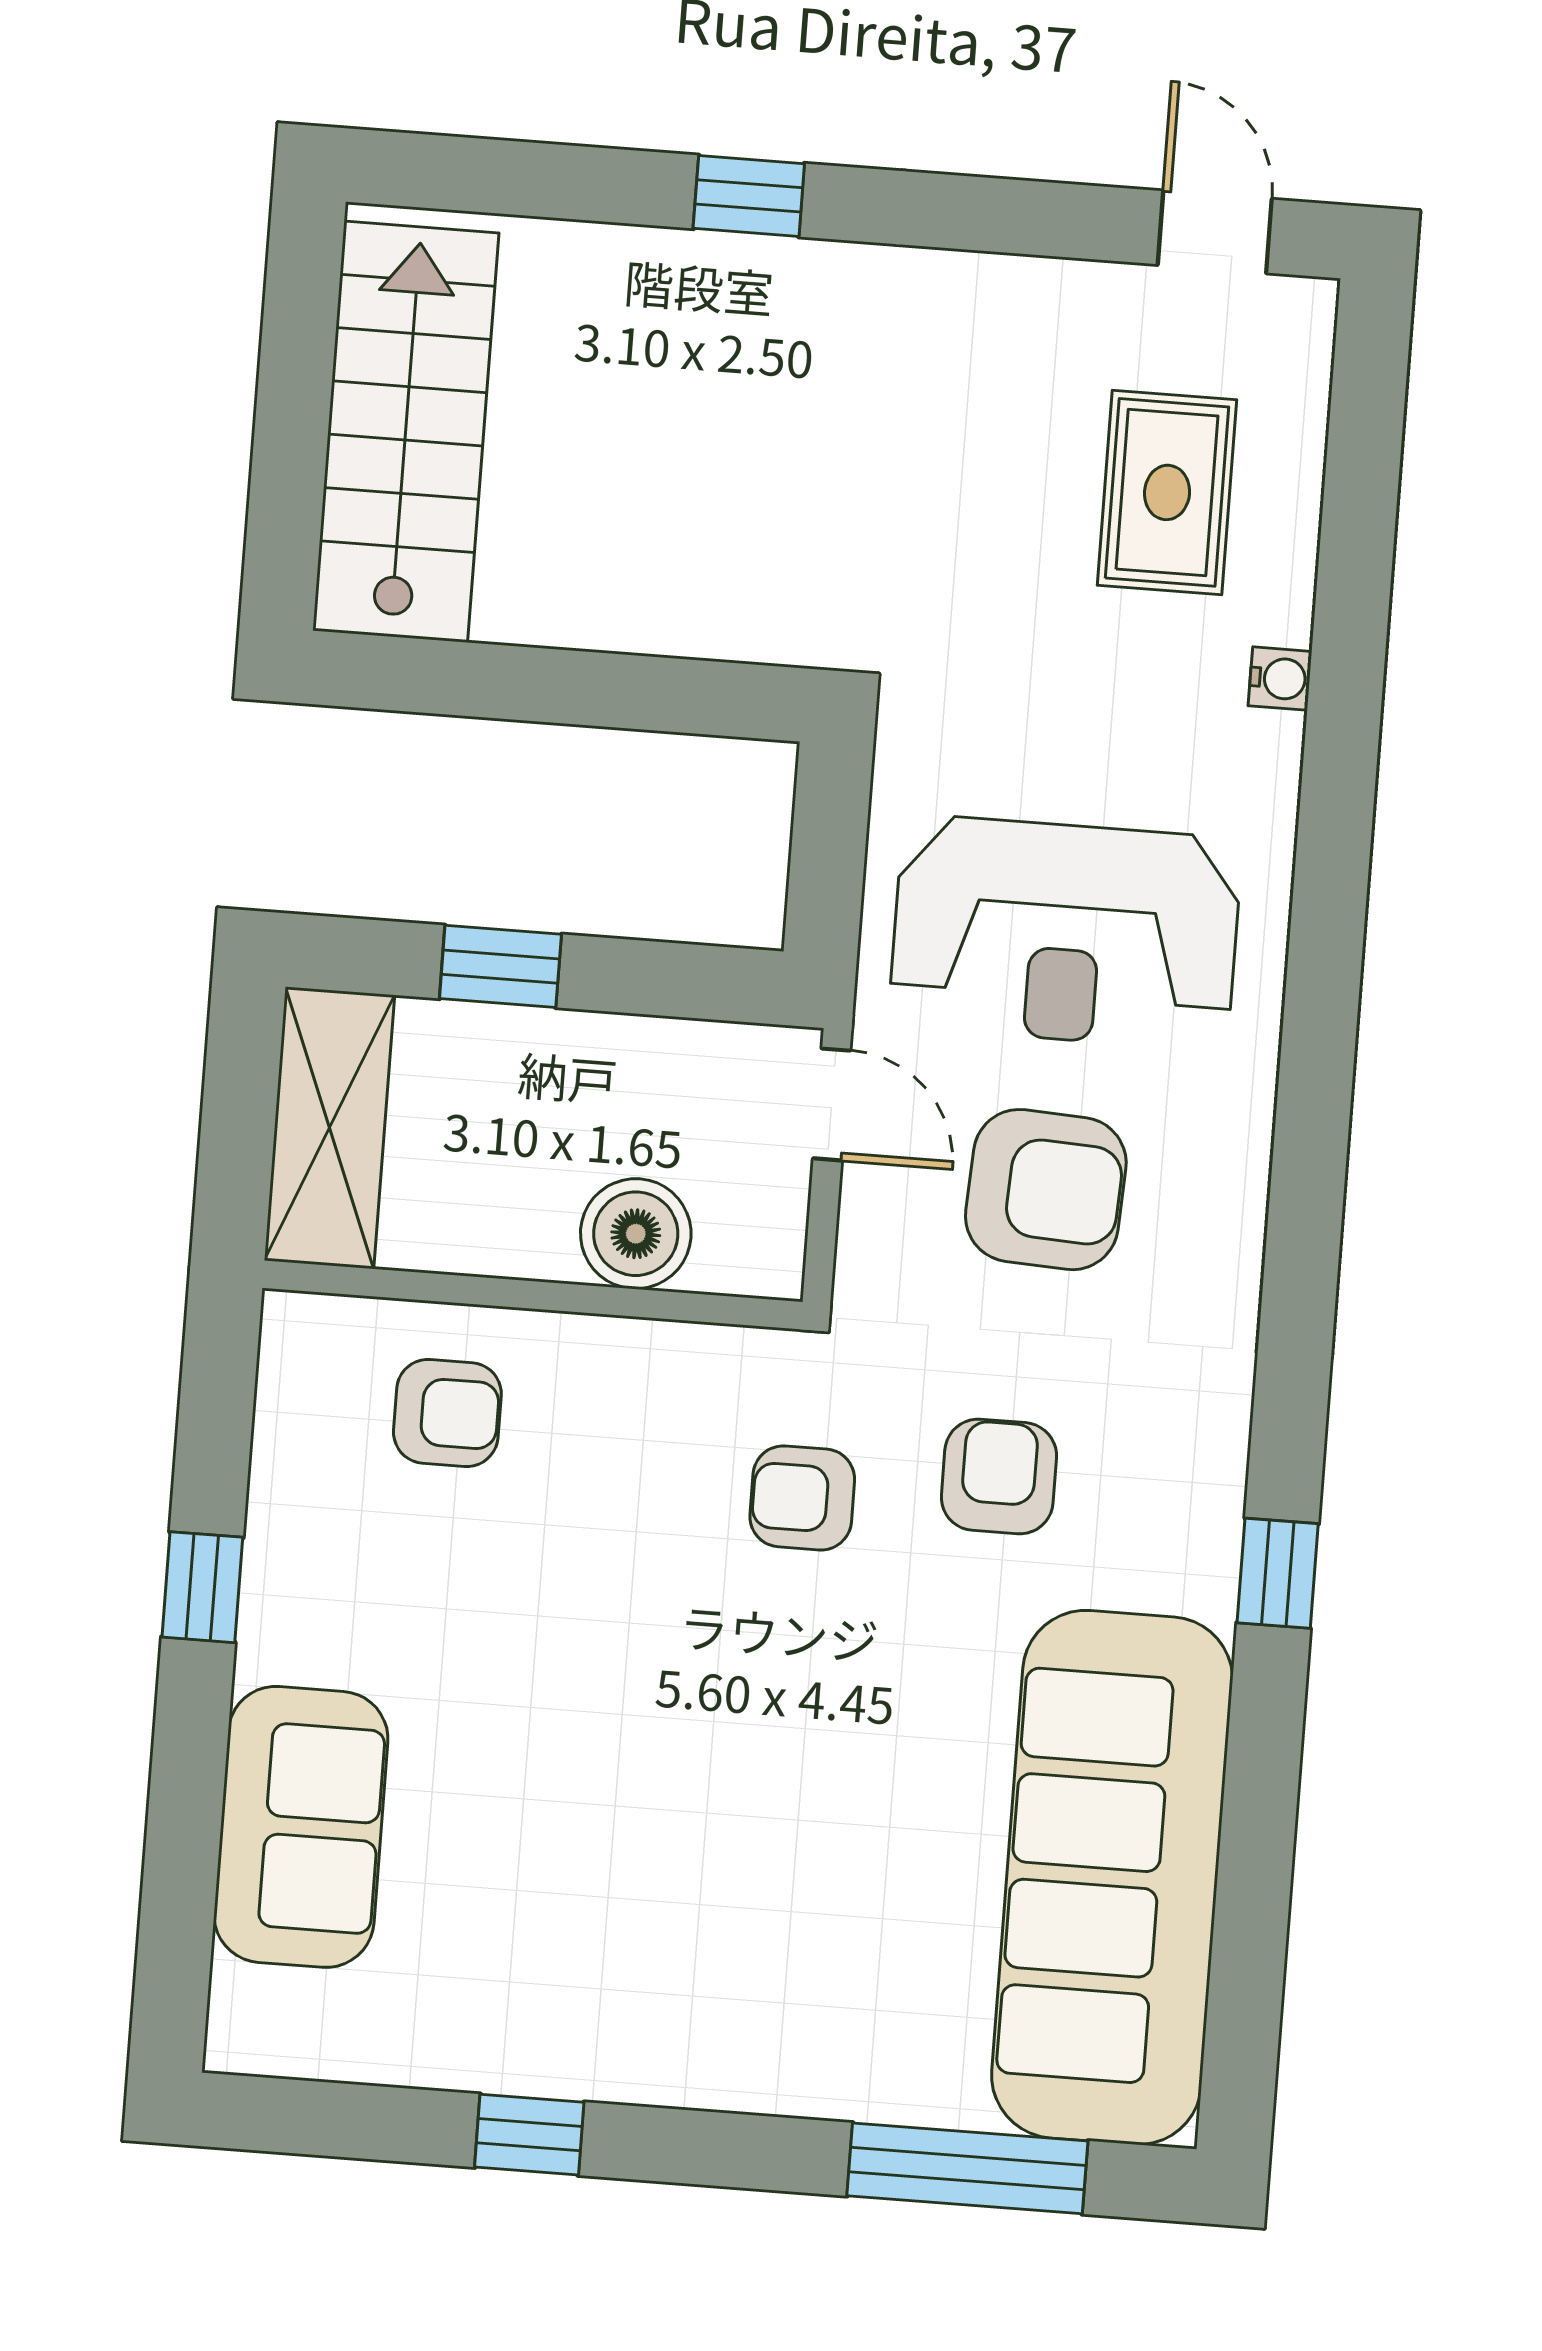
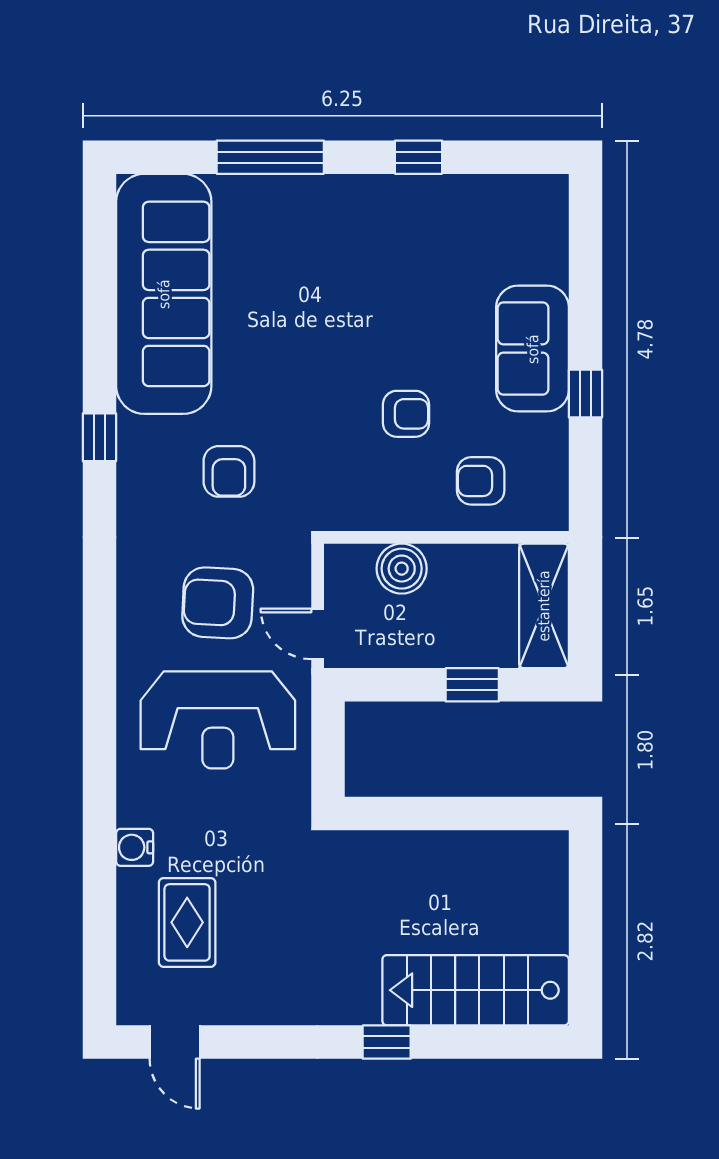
stairs: (406, 432) -> (476, 990), moved, turned 90
water cooler: (1280, 679) -> (135, 847), width x1.38, depth x1.38
reception desk: (1065, 932) -> (218, 720), turned 180
armchair: (802, 1498) -> (406, 414), moved
sofa: (301, 1827) -> (533, 349), moved
window: (967, 2168) -> (270, 157), moved

